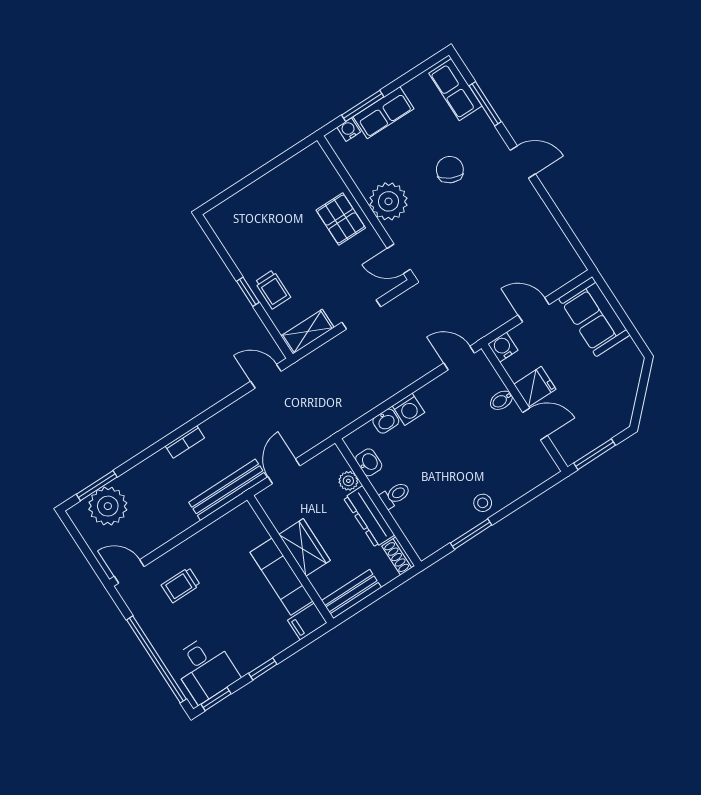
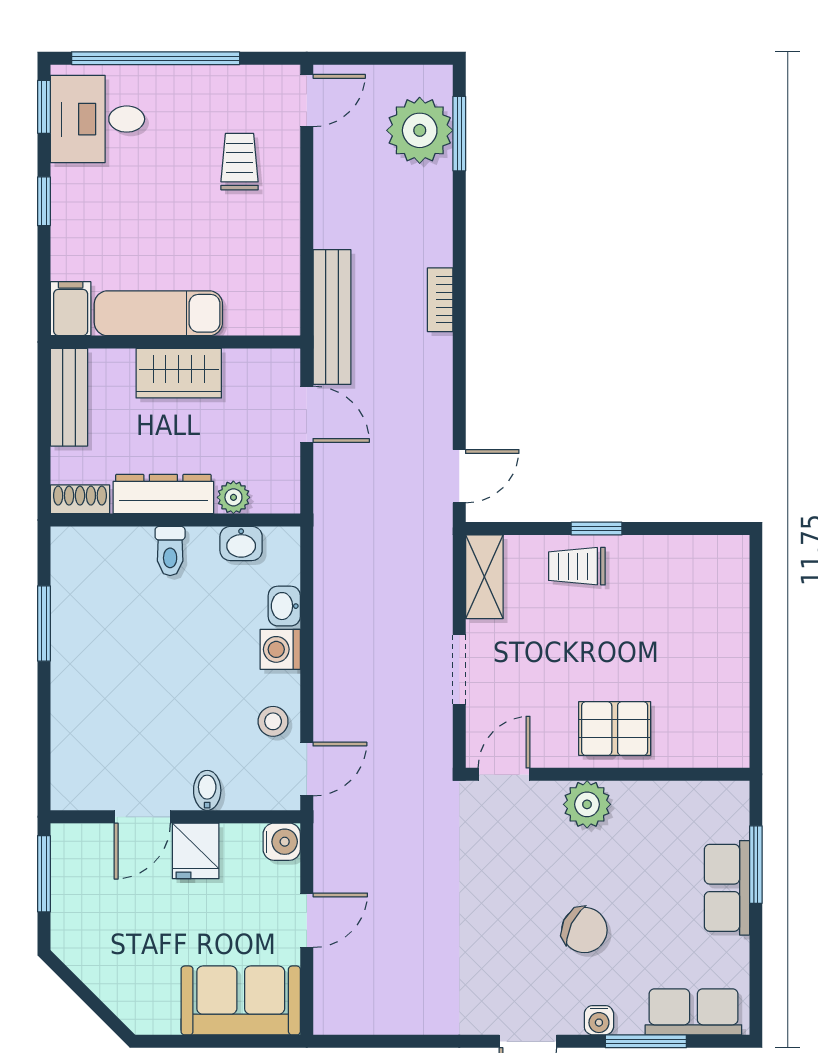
water cooler: (349, 130) -> (599, 1020), moved, turned 90
plant: (389, 201) -> (587, 804), width x0.73, depth x0.73
stool: (483, 503) -> (273, 721), moved

